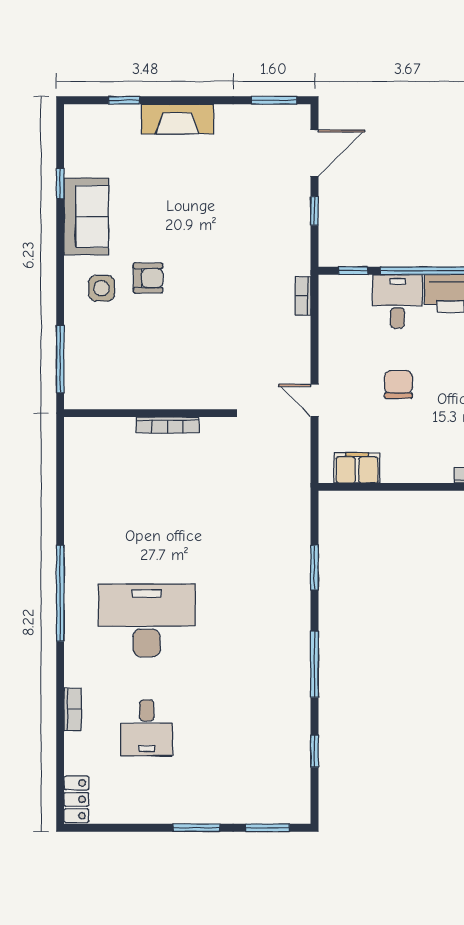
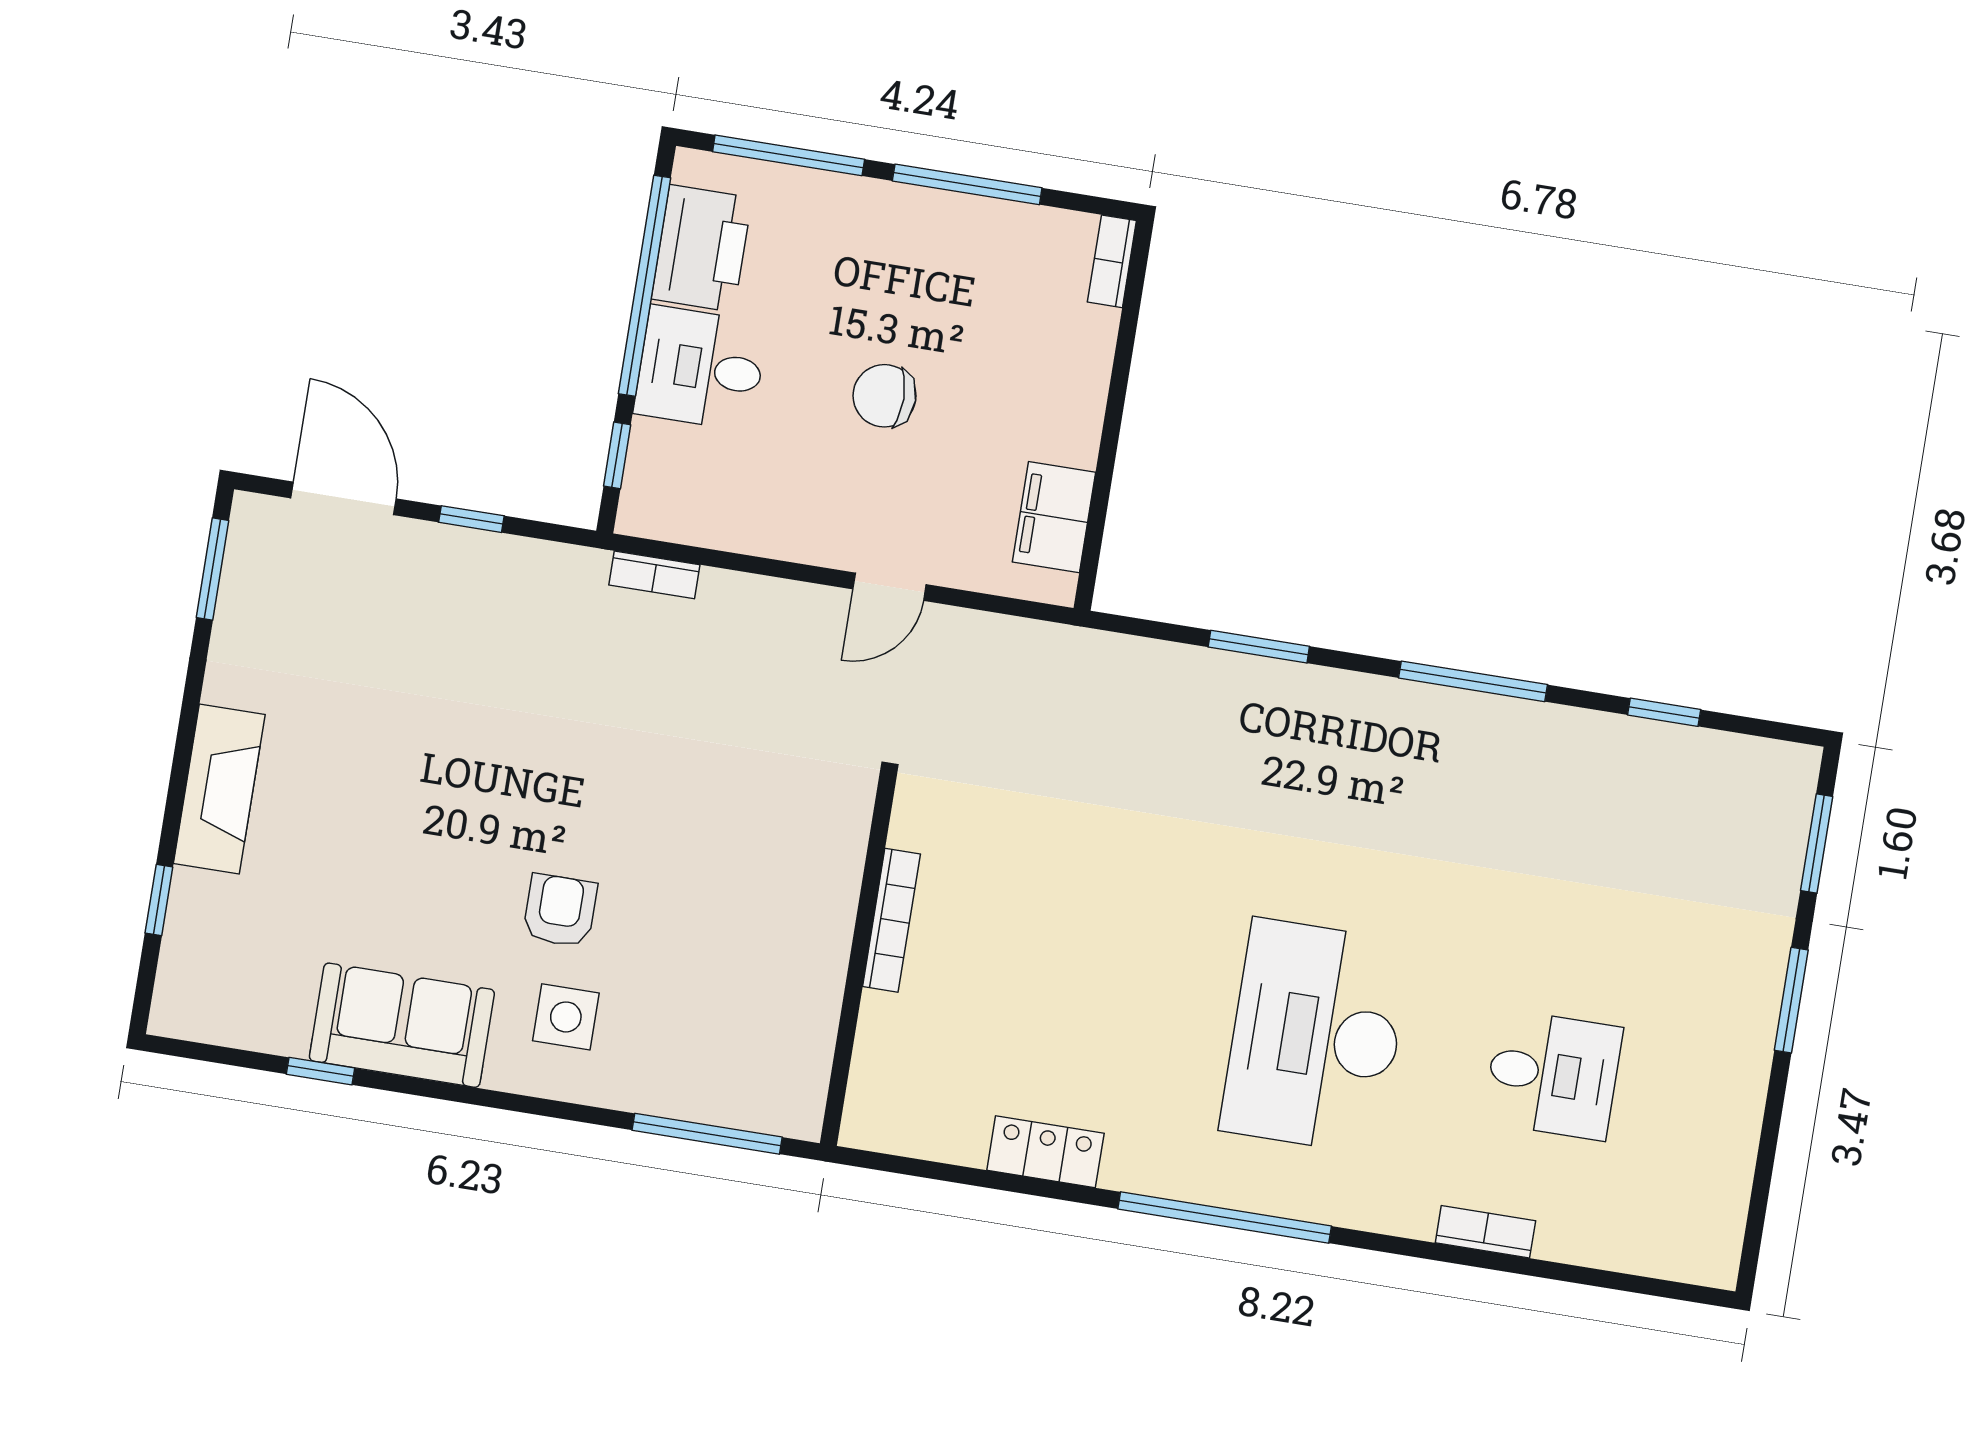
locker: (76, 799) -> (1045, 1152), moved

